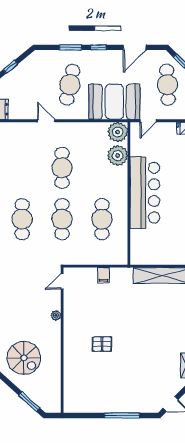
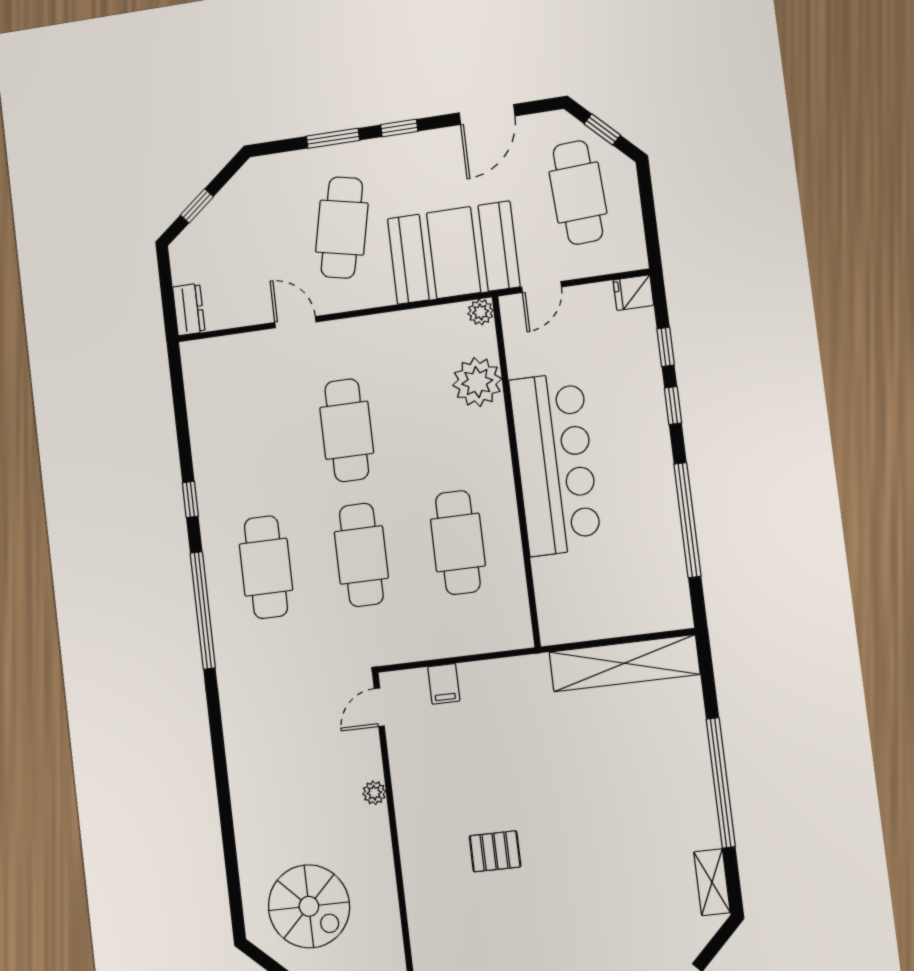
plant: (118, 132) -> (481, 312), width x0.53, depth x0.53
filing cabinet: (103, 275) -> (444, 684), moved

